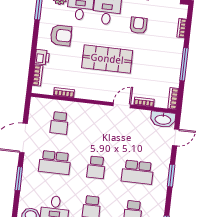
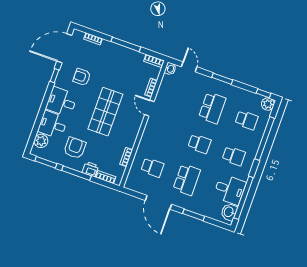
window: (34, 43) -> (76, 173), added
washbasin: (163, 119) -> (170, 69), width x0.52, depth x0.69

